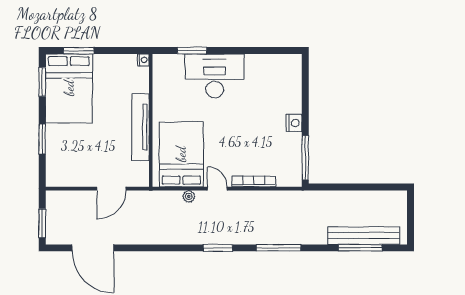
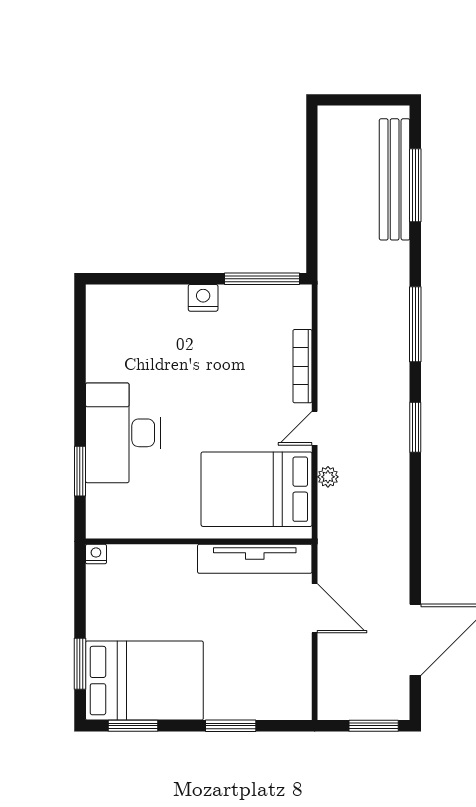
tv unit: (140, 127) -> (255, 559), moved

